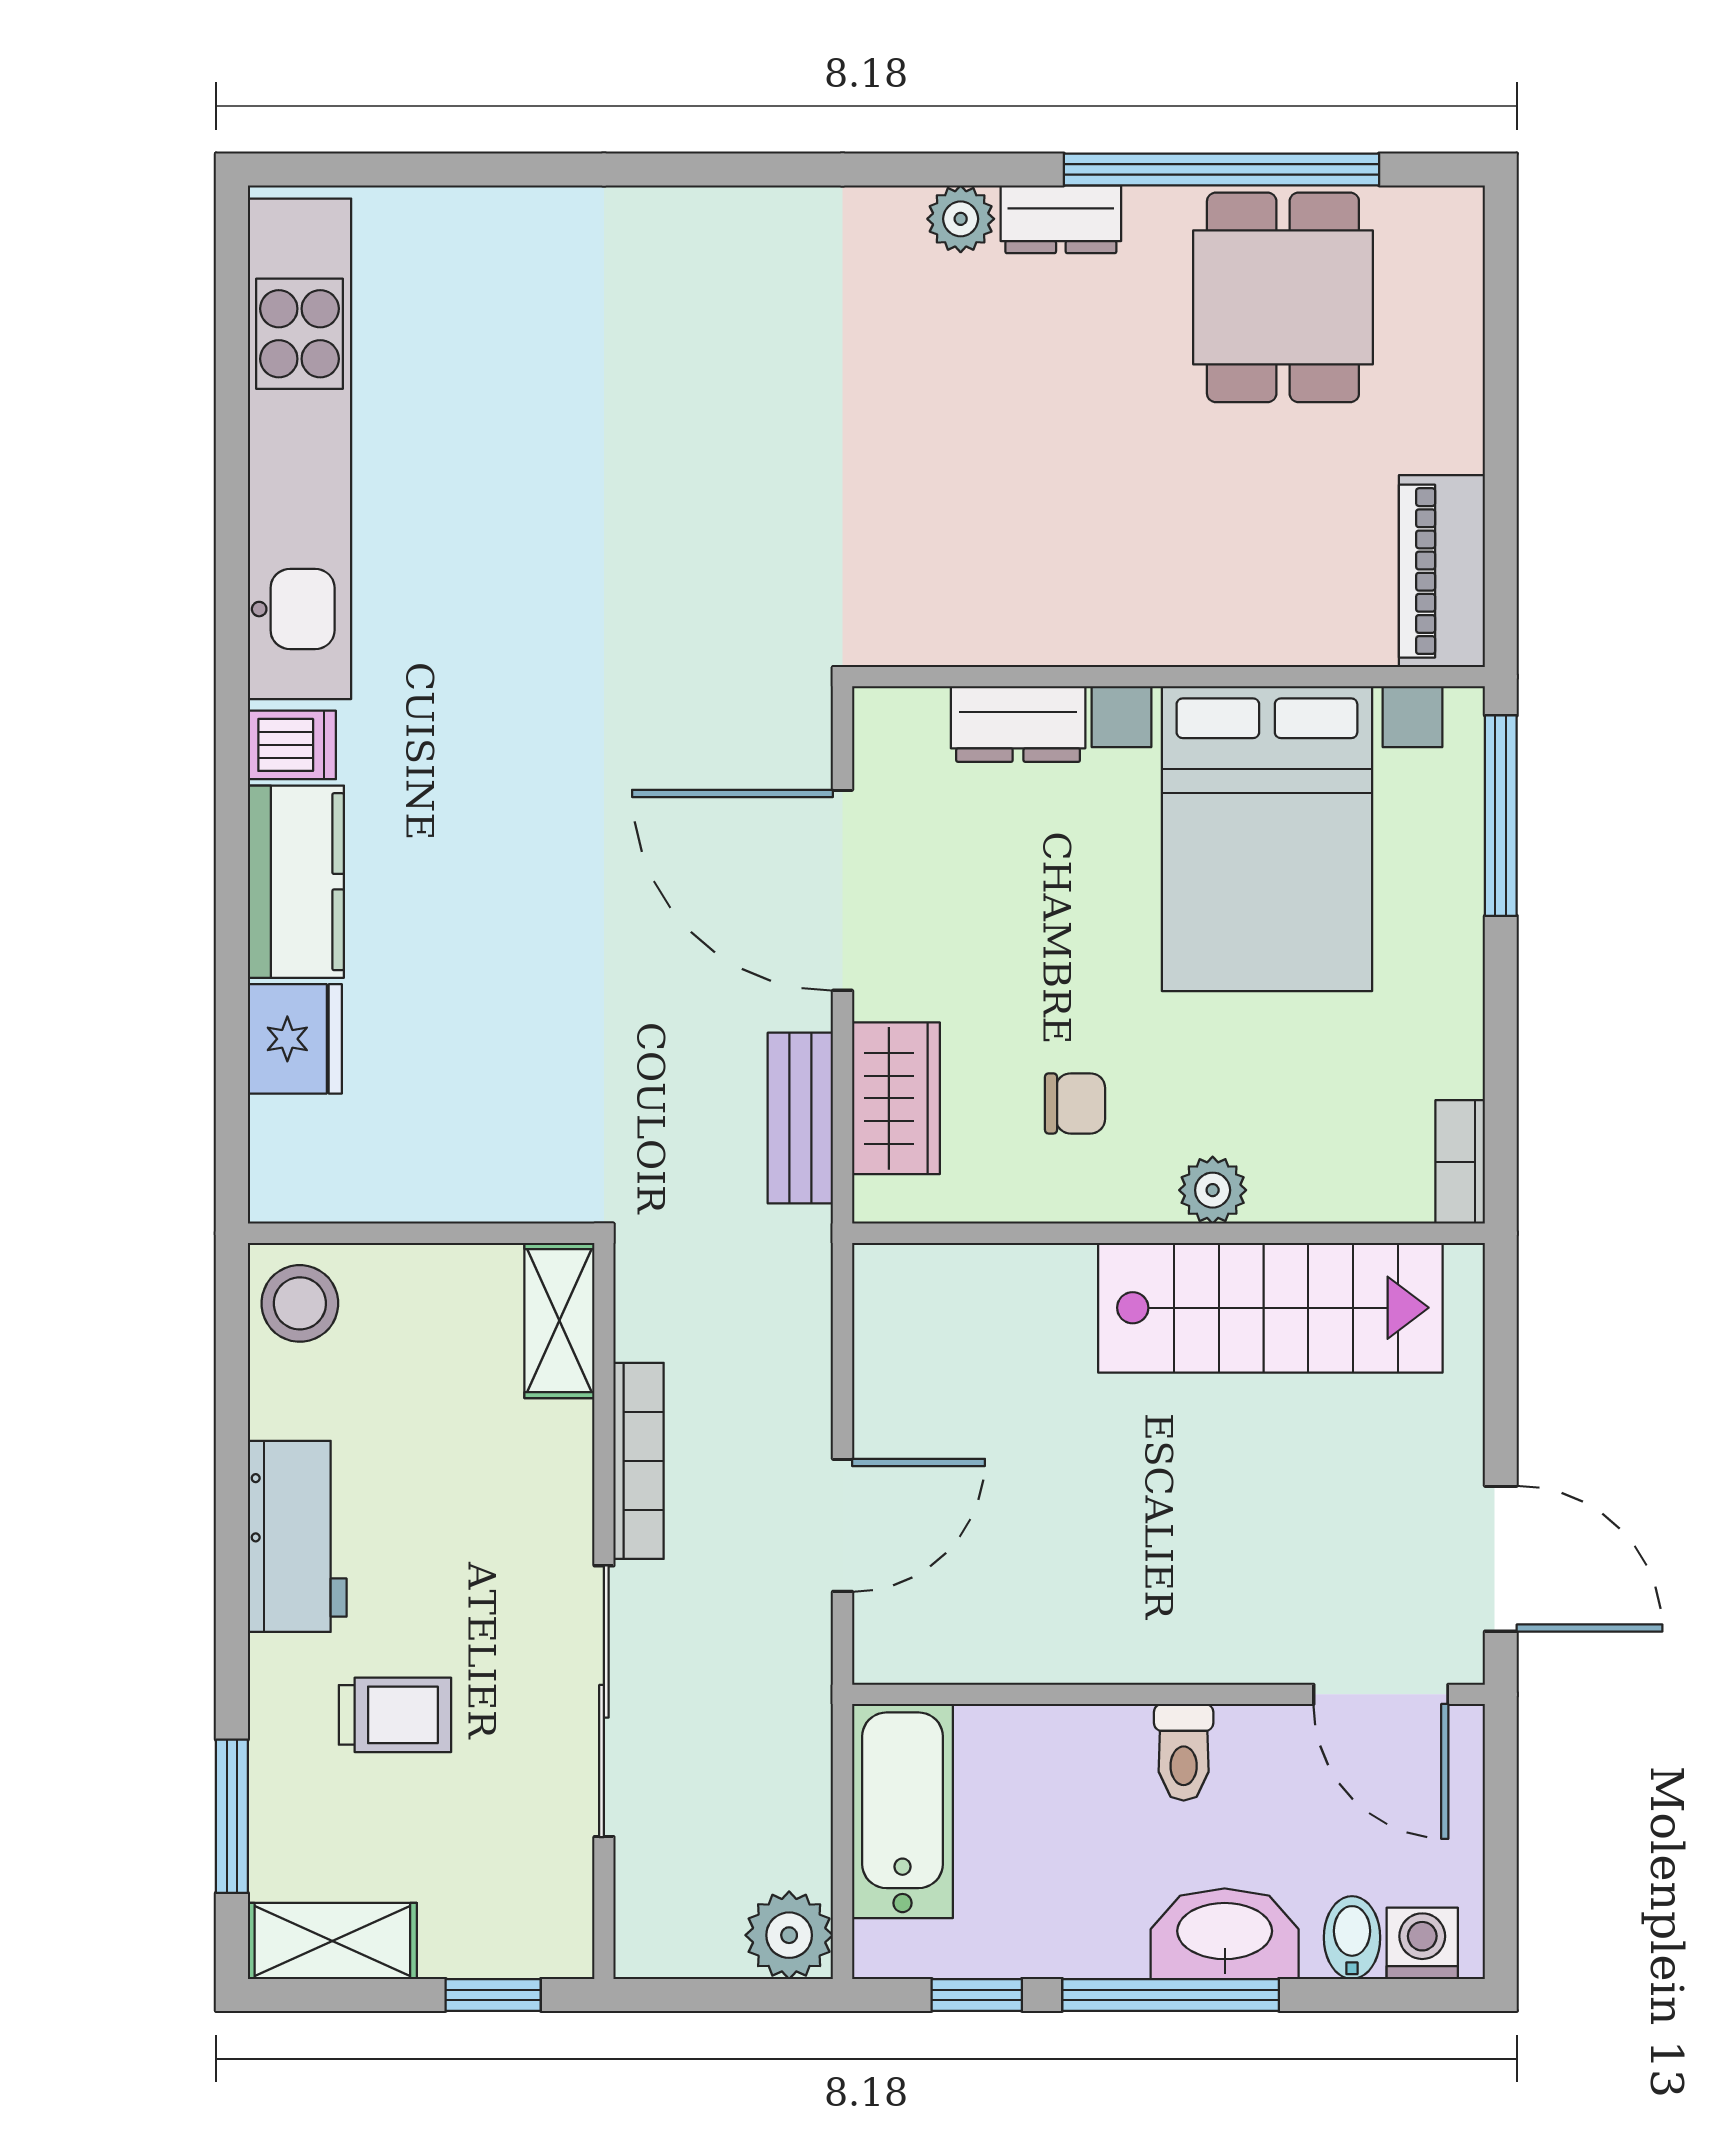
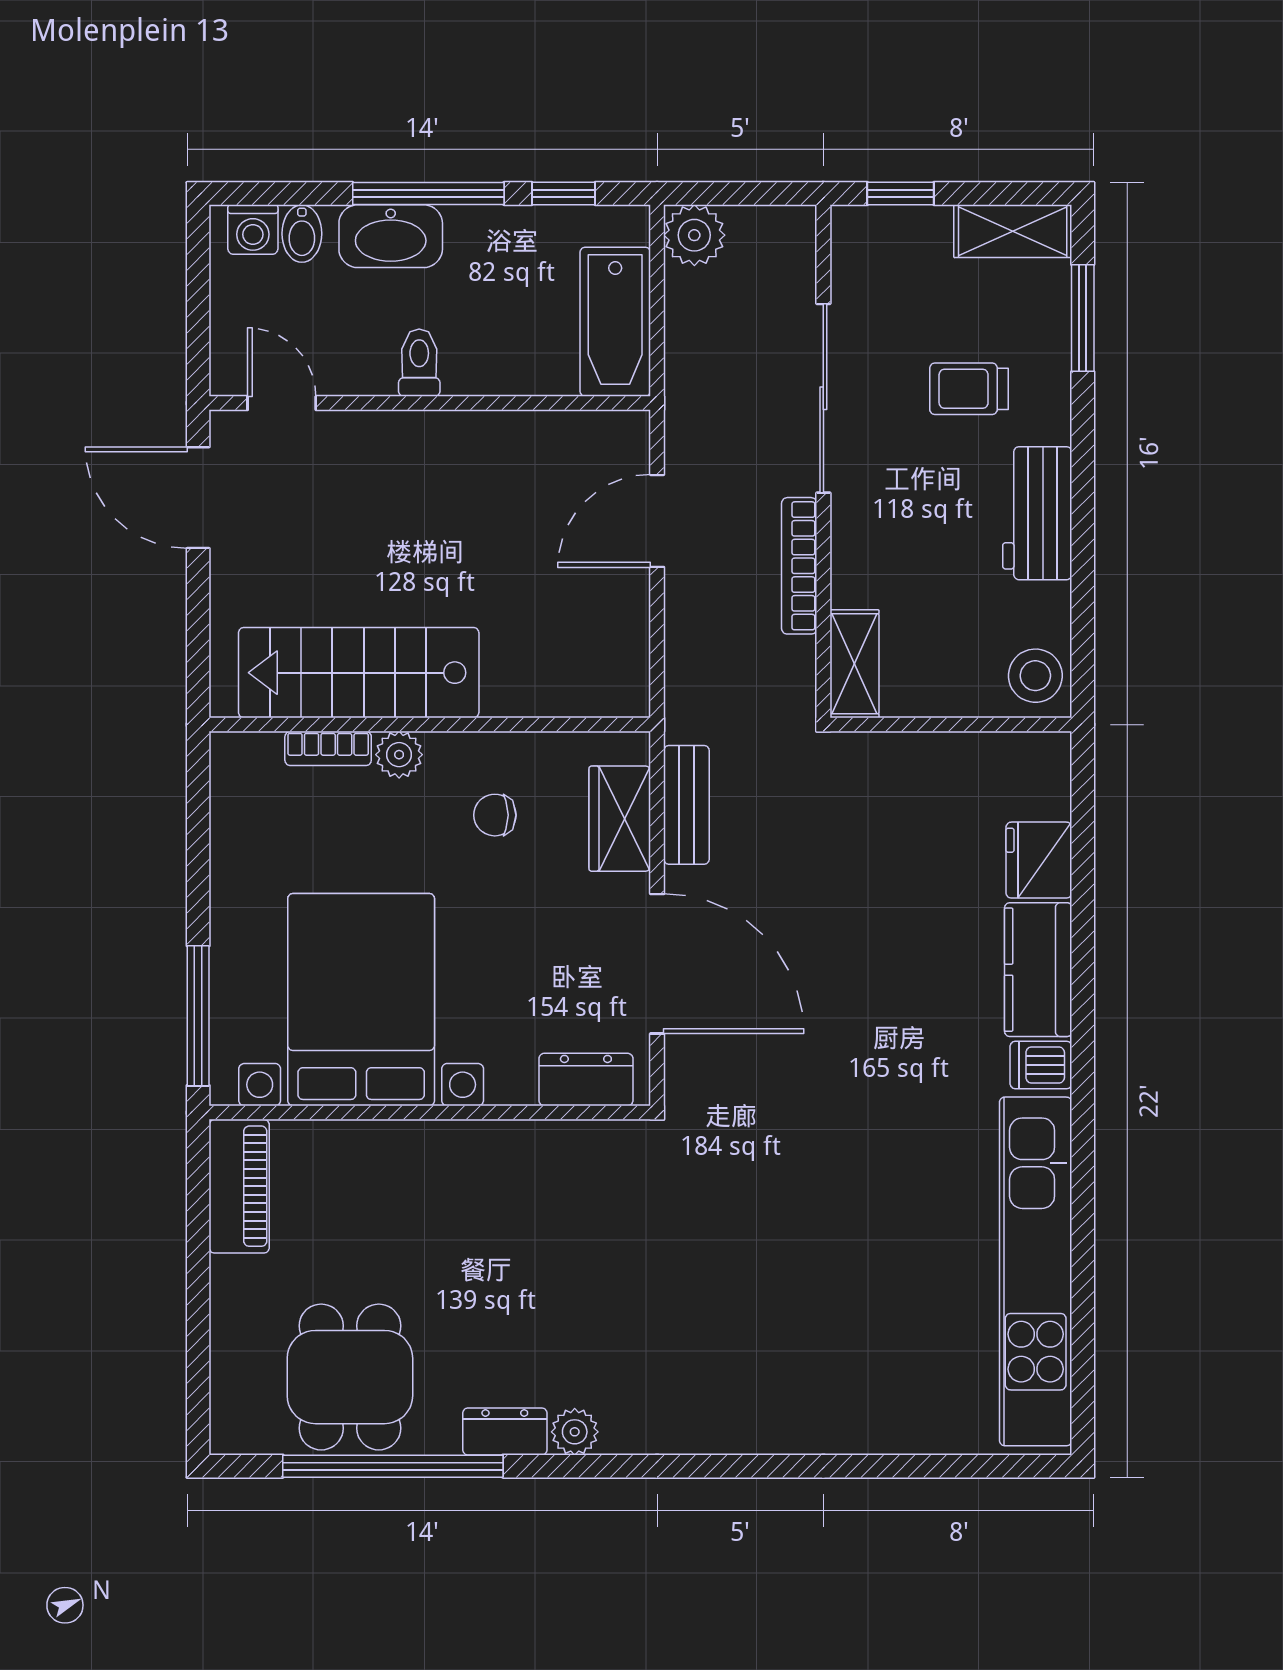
dresser: (1018, 724) -> (586, 1080), moved
bookcase: (1460, 1162) -> (328, 748), moved, turned 90
door: (1381, 1694) -> (282, 403), width x0.73

